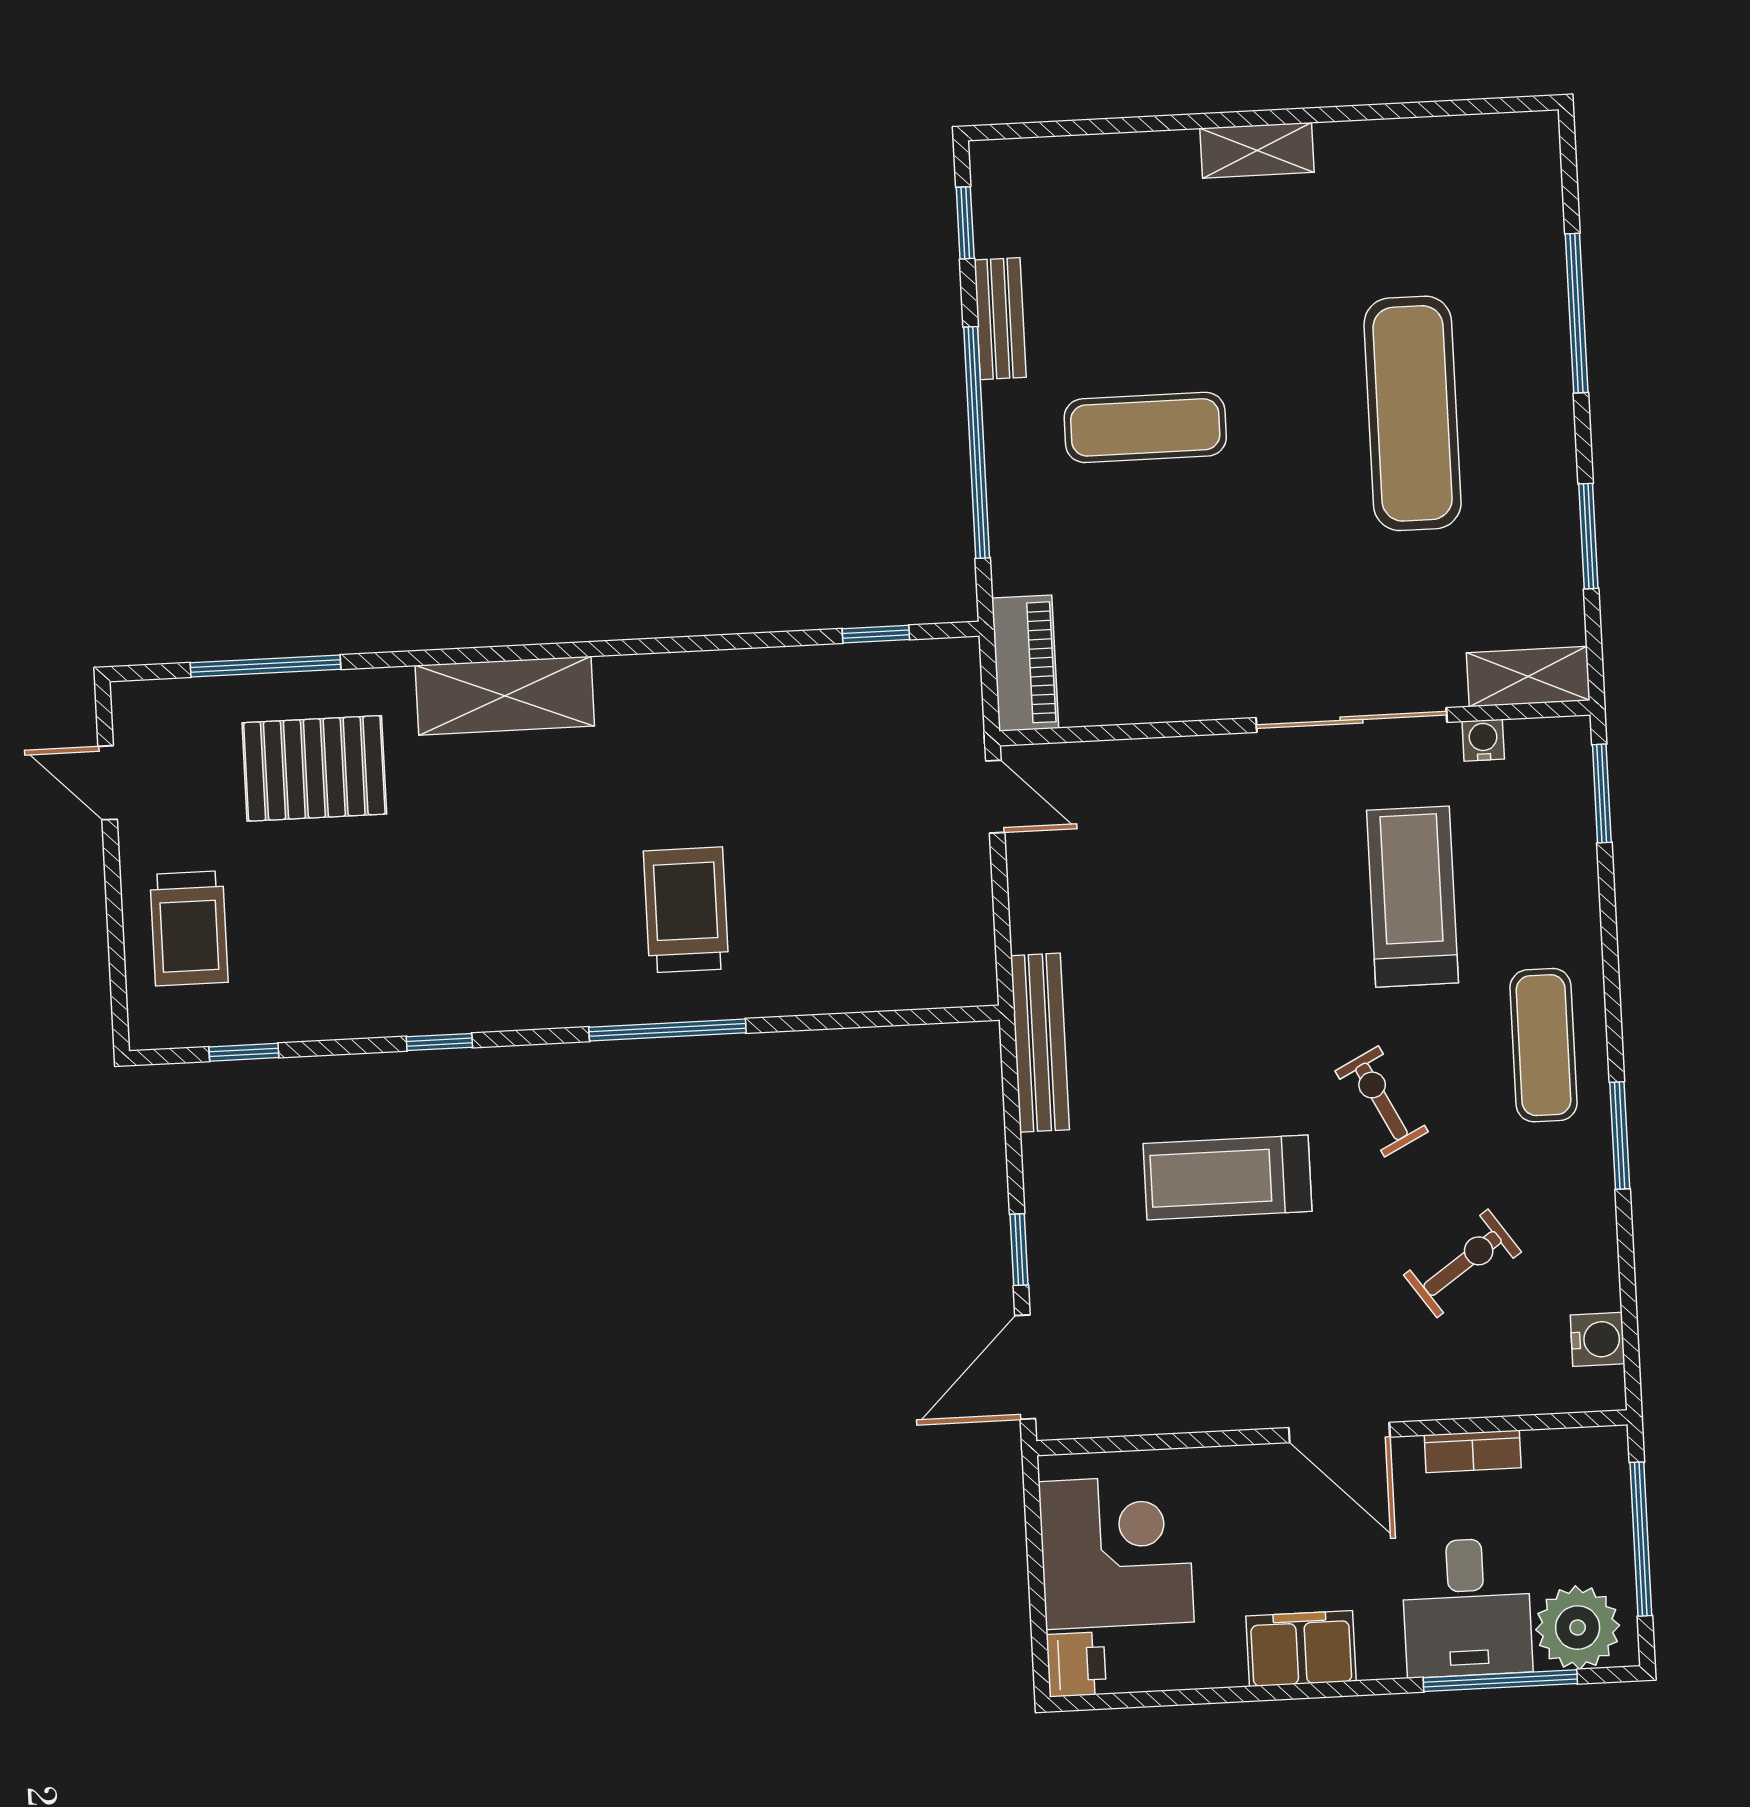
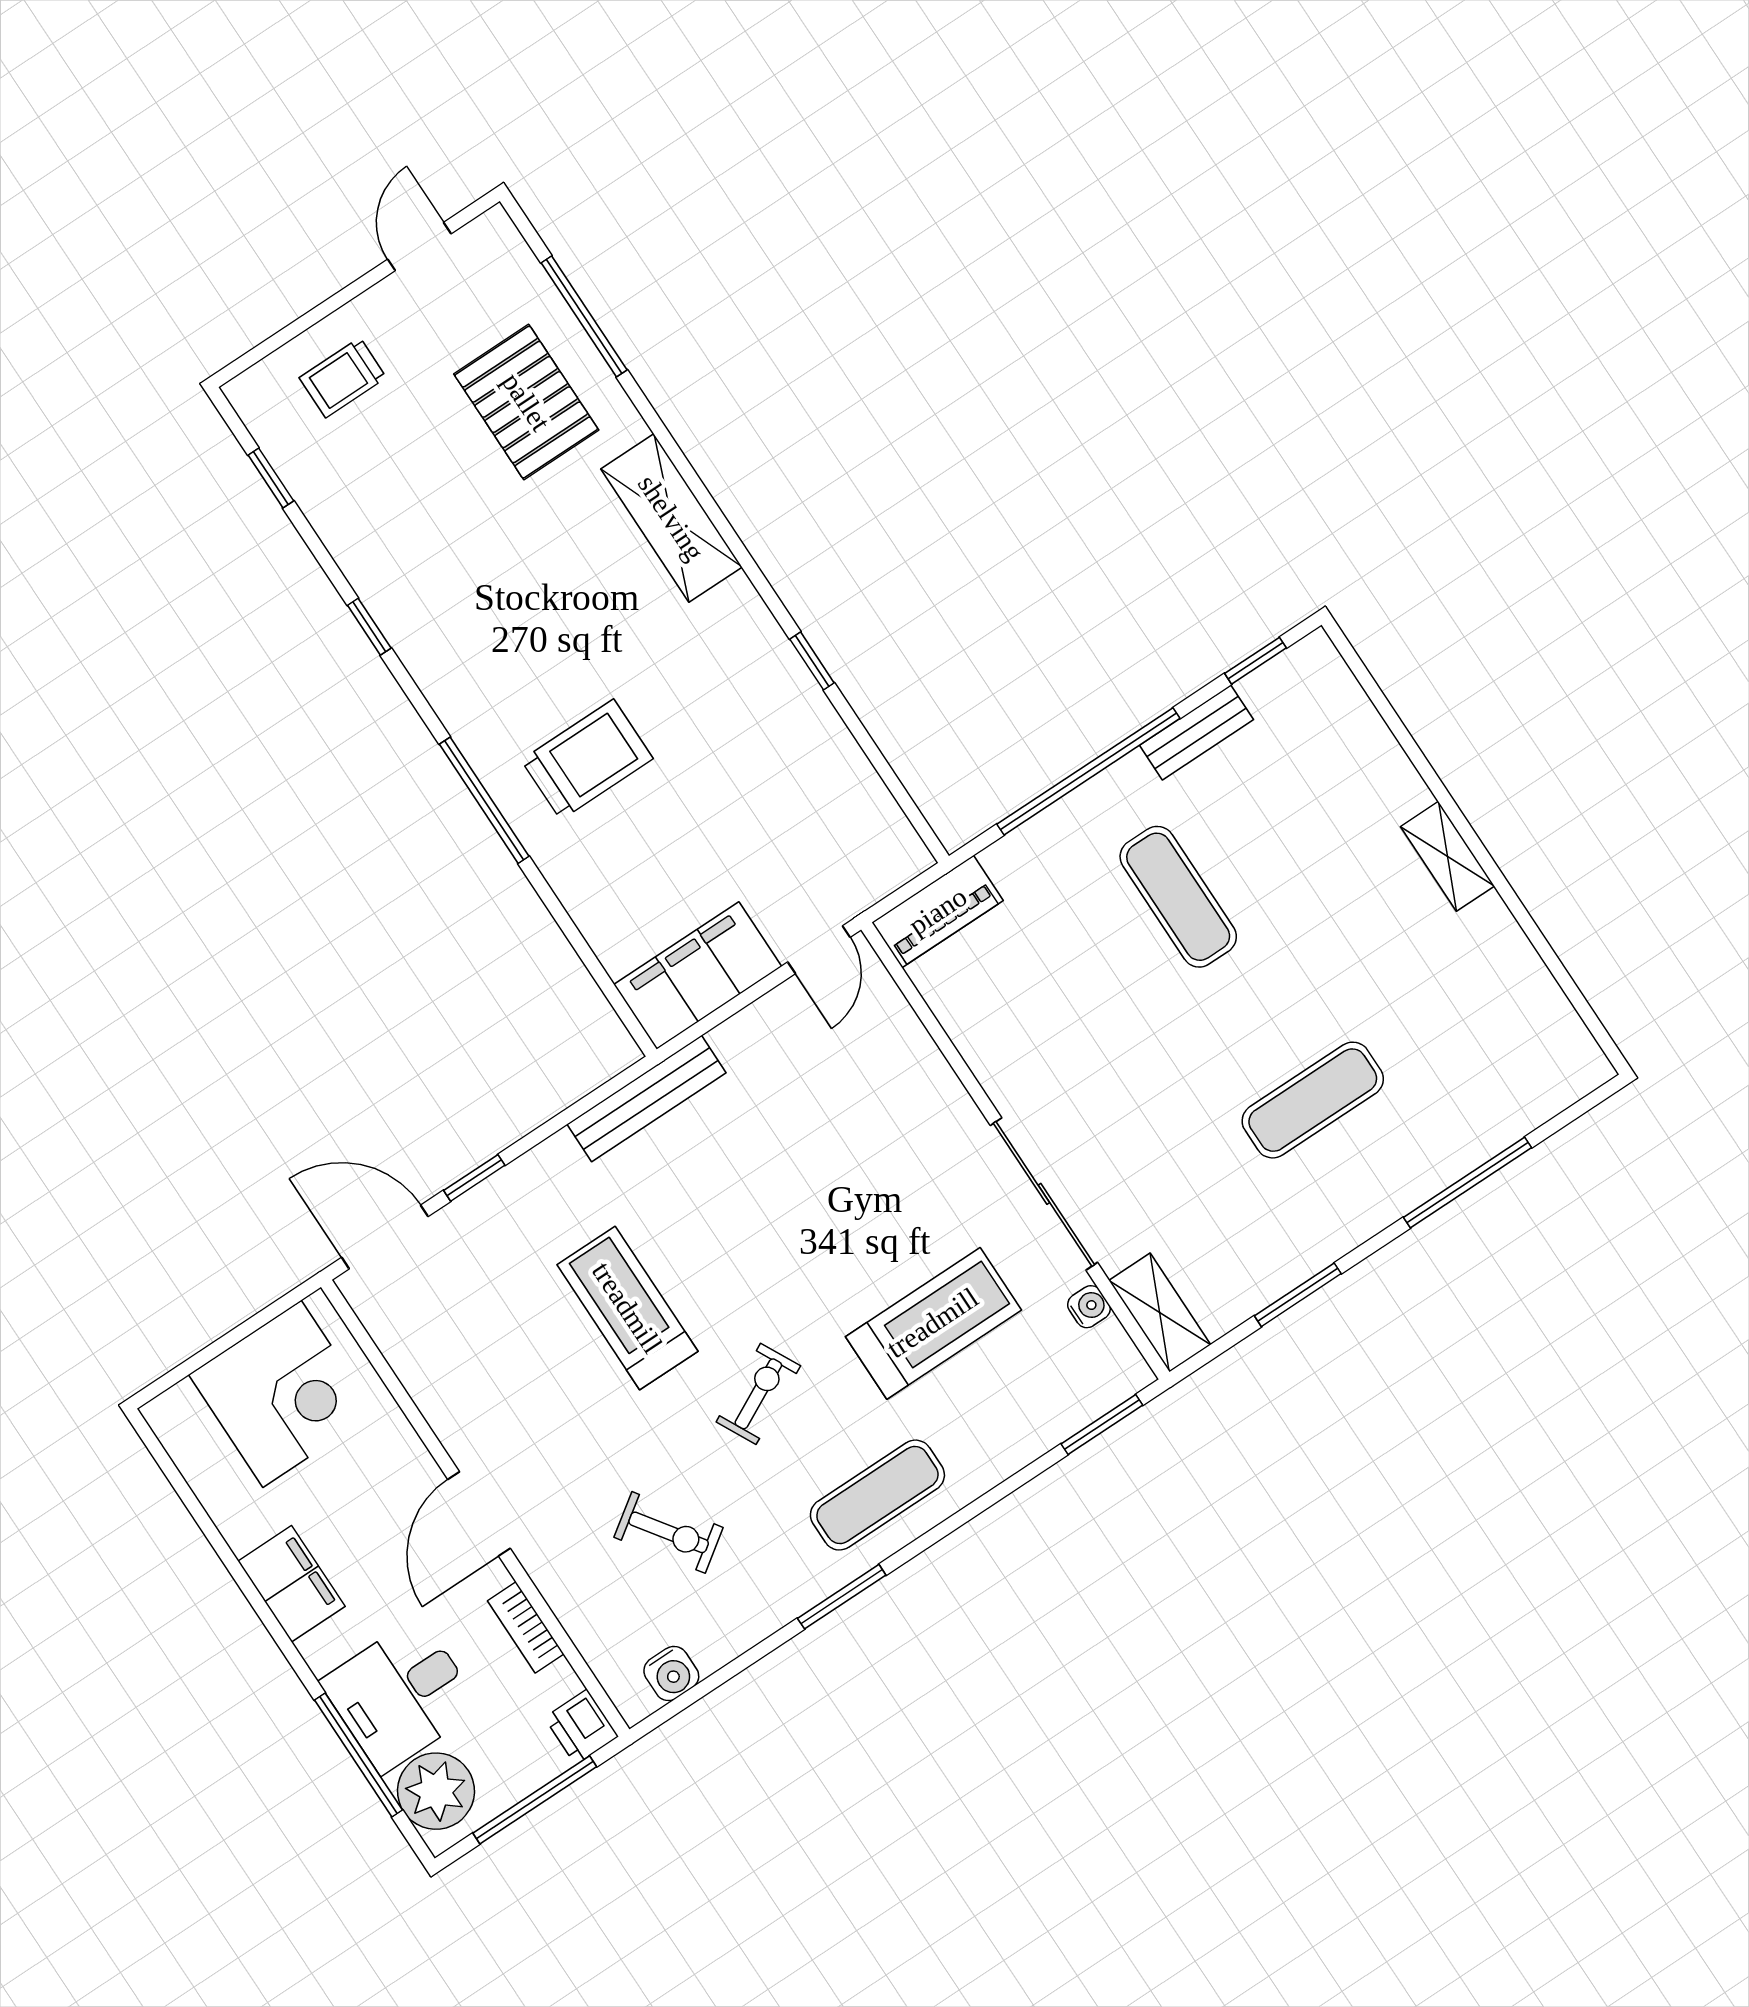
exercise mat: (1413, 413) -> (1313, 1100), width x0.73, depth x0.69
window: (876, 634) -> (812, 661), moved
filing cabinet: (952, 926) -> (698, 976), added
trolley: (189, 928) -> (343, 378), width x0.73, depth x0.72
printer: (1076, 1664) -> (581, 1727), moved, turned 90

